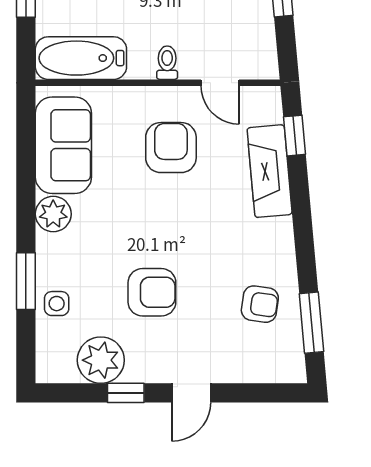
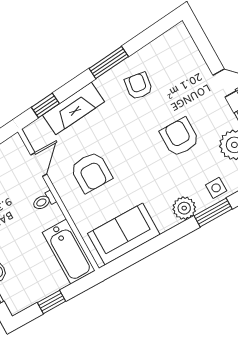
armchair: (171, 148) -> (91, 172), turned -90
plant: (53, 214) -> (184, 208), moved
armchair: (260, 304) -> (139, 86), moved
window: (311, 323) -> (109, 62), moved

